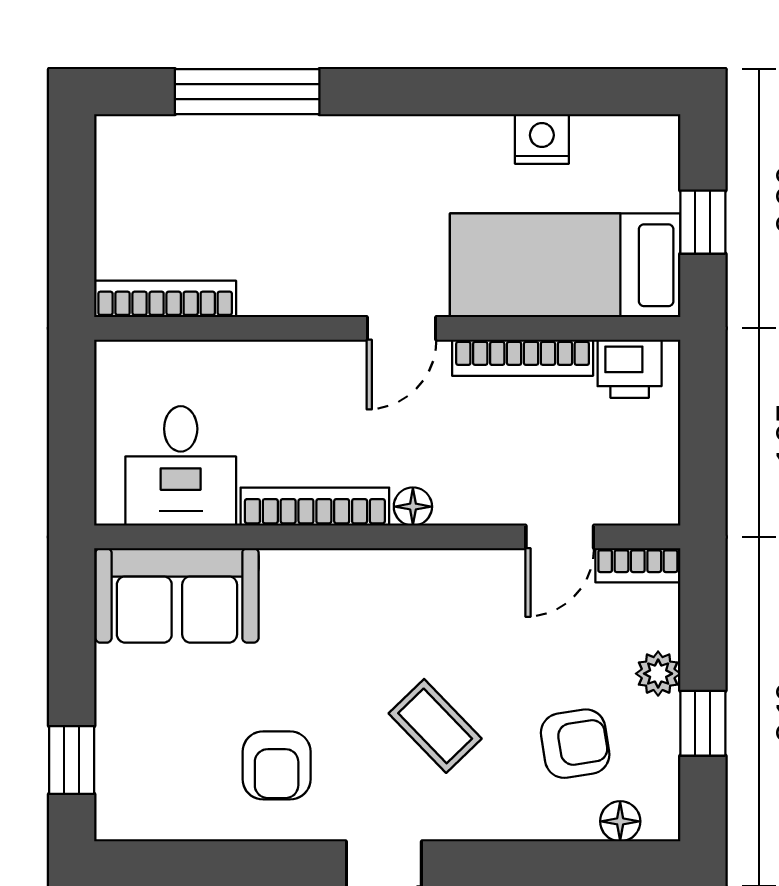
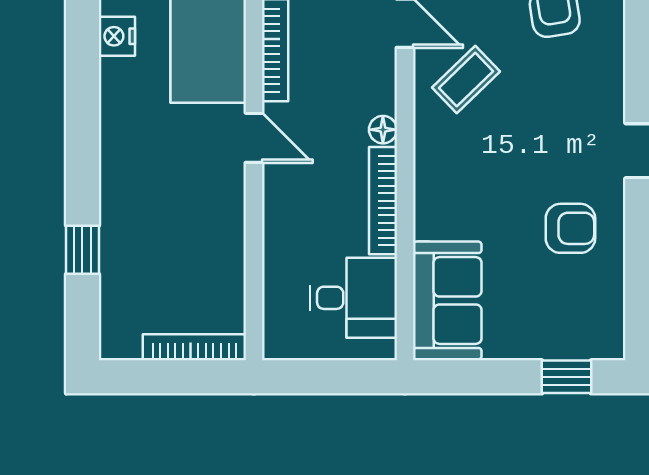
window: (247, 92) -> (82, 250), width x0.46
bookcase: (165, 299) -> (194, 347), moved, turned 90
coffee table: (435, 726) -> (466, 80), moved

